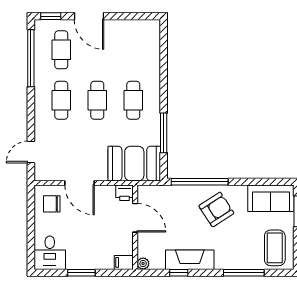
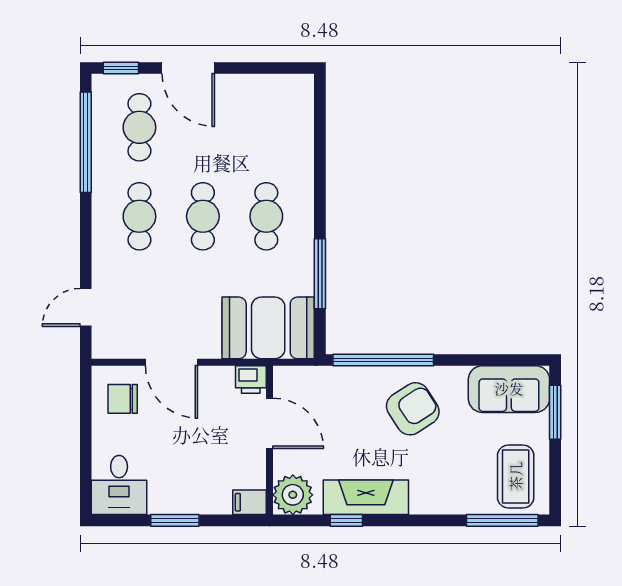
plant: (143, 264) -> (293, 495), width x1.88, depth x1.88
window: (244, 273) -> (502, 520), moved

